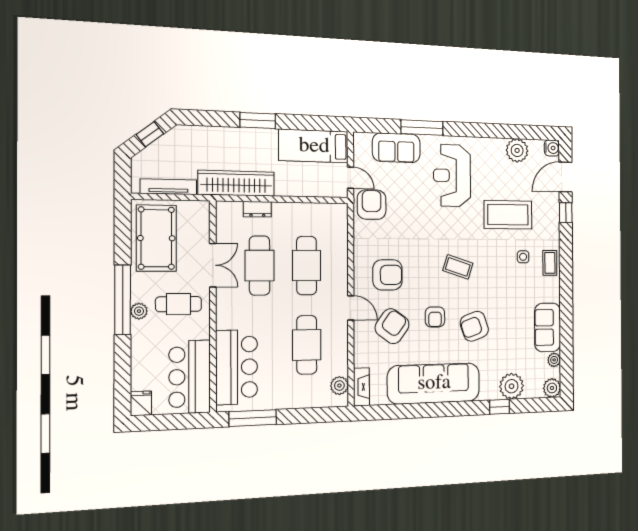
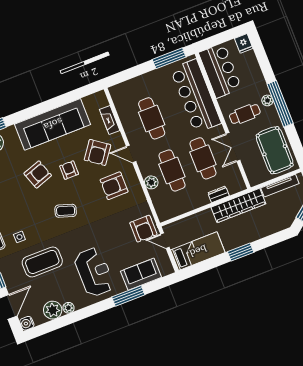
plant: (498, 145) -> (68, 308), added
bar counter: (237, 367) -> (196, 96), width x1.36
plant: (339, 386) -> (151, 182), moved
fireplace: (361, 387) -> (110, 120), moved

